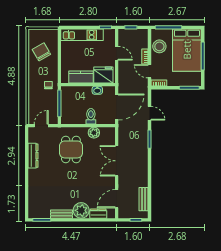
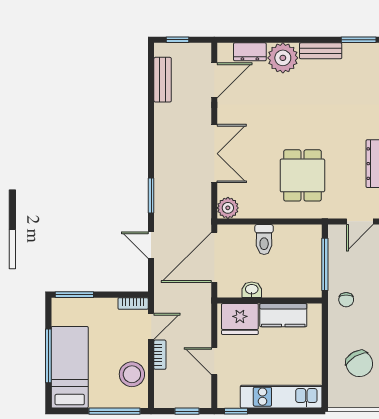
bed: (187, 50) -> (70, 367), width x0.67
door: (149, 71) -> (151, 326), hinge flipped
plant: (94, 133) -> (228, 208), moved

